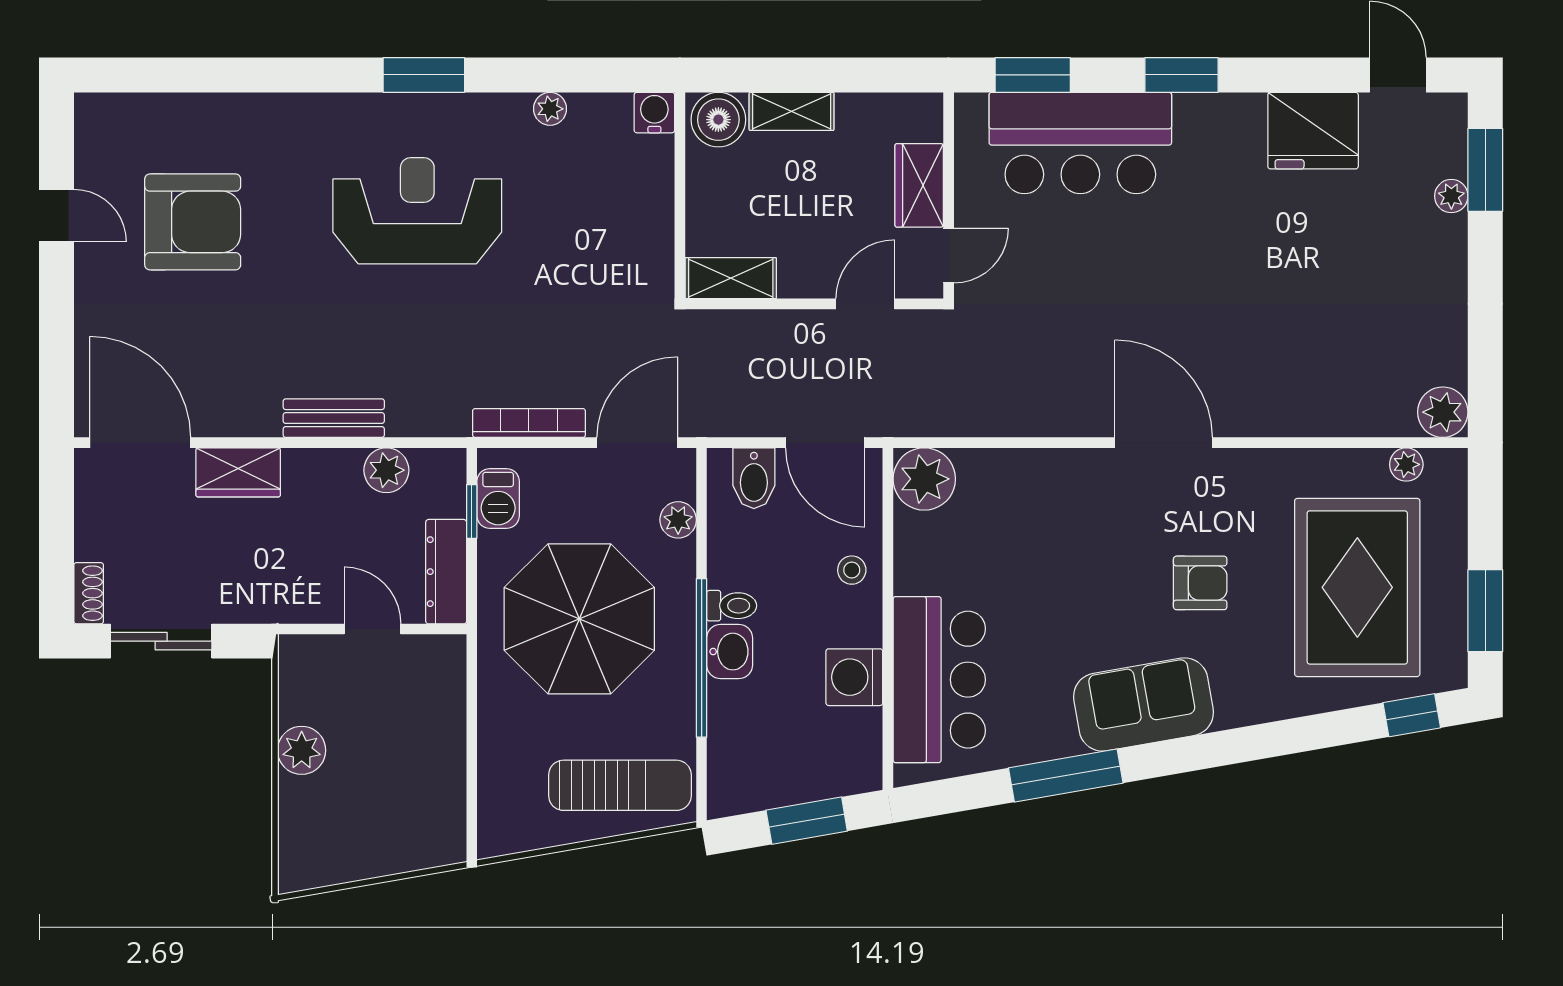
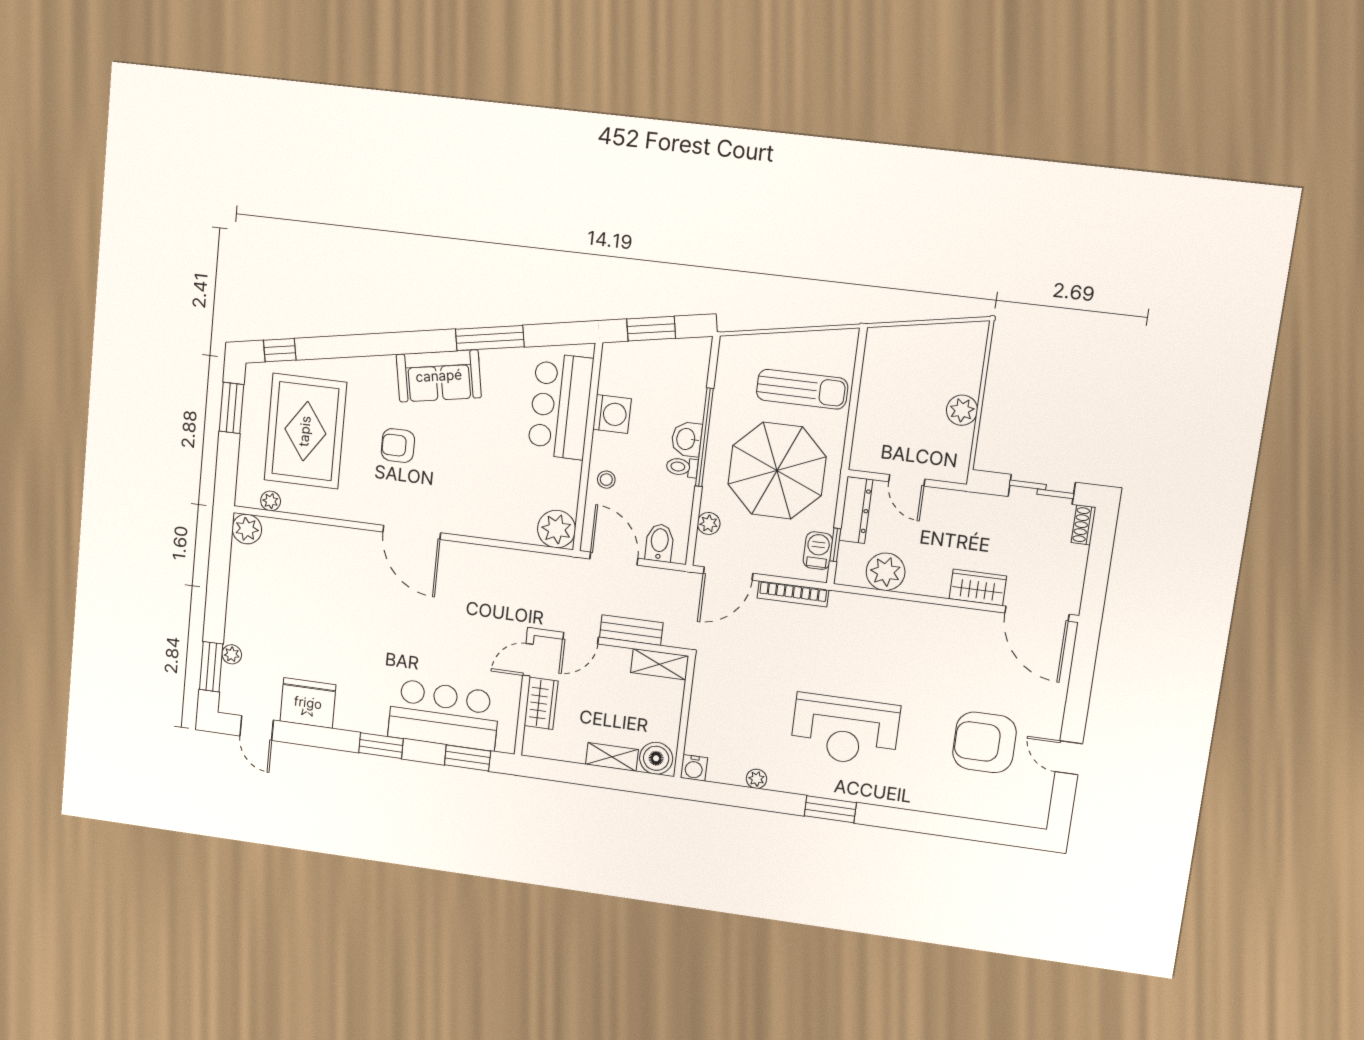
bench: (334, 418) -> (631, 630), moved
plant: (386, 470) -> (886, 572), width x1.36, depth x1.36
sun lounger: (620, 785) -> (802, 389), moved, turned 180

